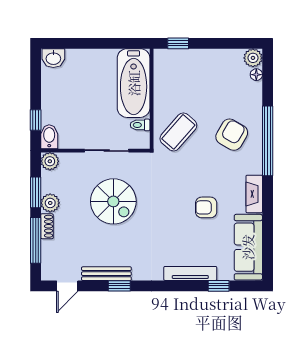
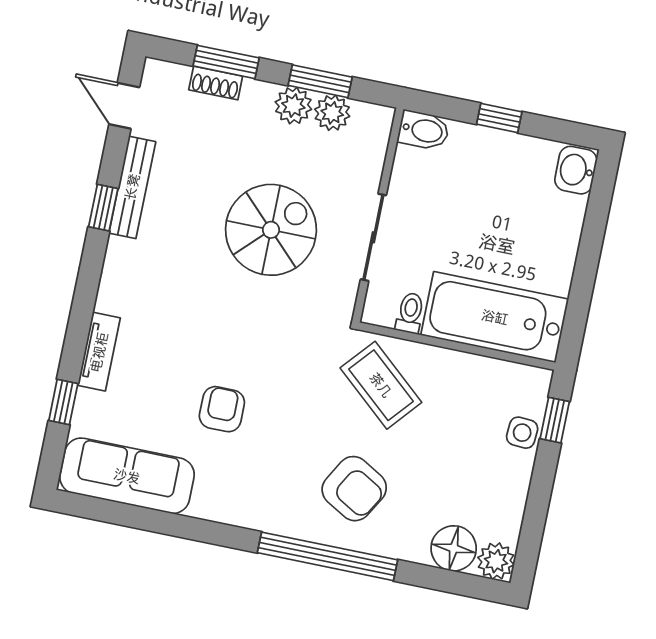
side table: (187, 58) -> (522, 433), added
floor lamp: (256, 75) -> (454, 548), width x1.89, depth x1.89
window: (36, 120) -> (499, 118), moved
plant: (50, 161) -> (332, 113), moved
fireplace: (254, 194) -> (229, 509), removed
spiral stairs: (113, 201) -> (271, 230), turned 180
shoe rack: (47, 226) -> (216, 83), moved
window: (36, 240) -> (226, 62), width x0.69
tv unit: (190, 273) -> (99, 352), width x0.71

